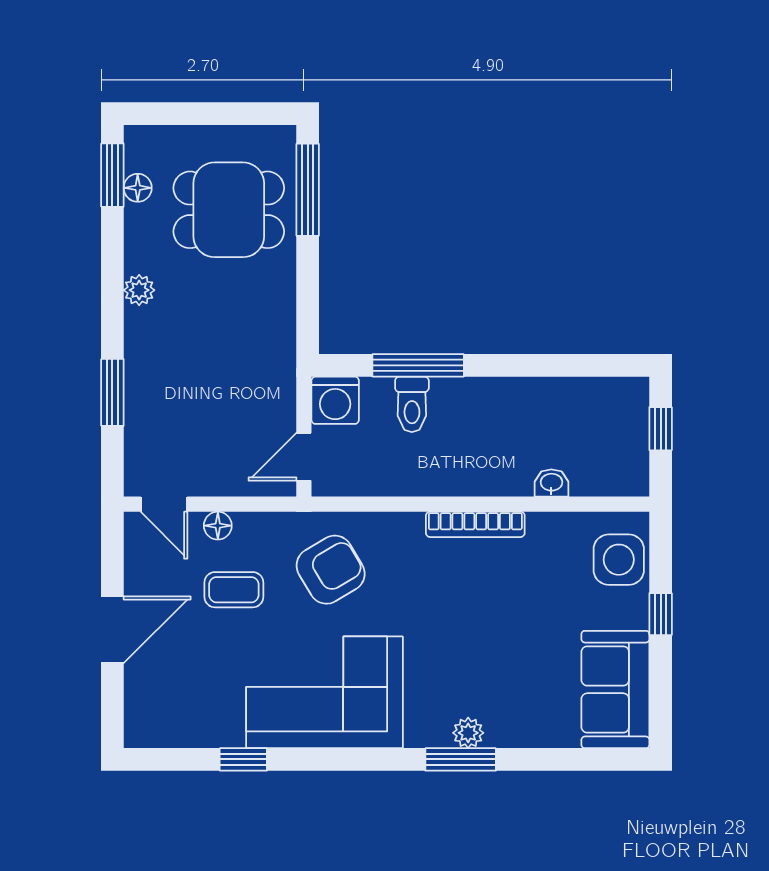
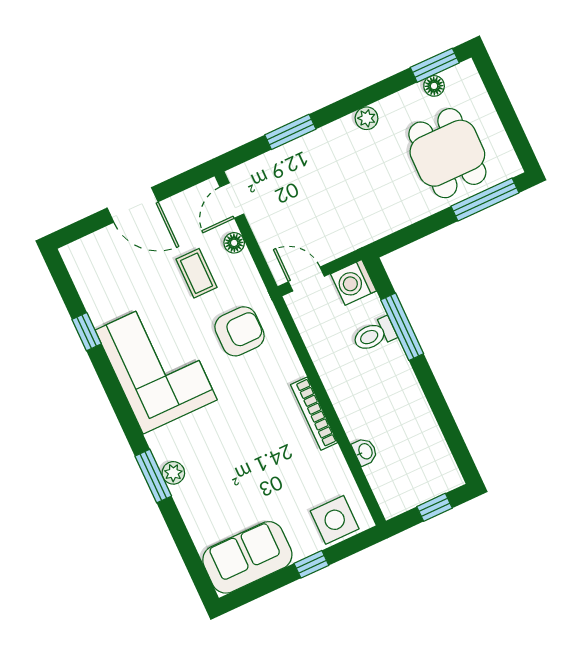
armchair: (331, 570) -> (240, 331), turned -59

